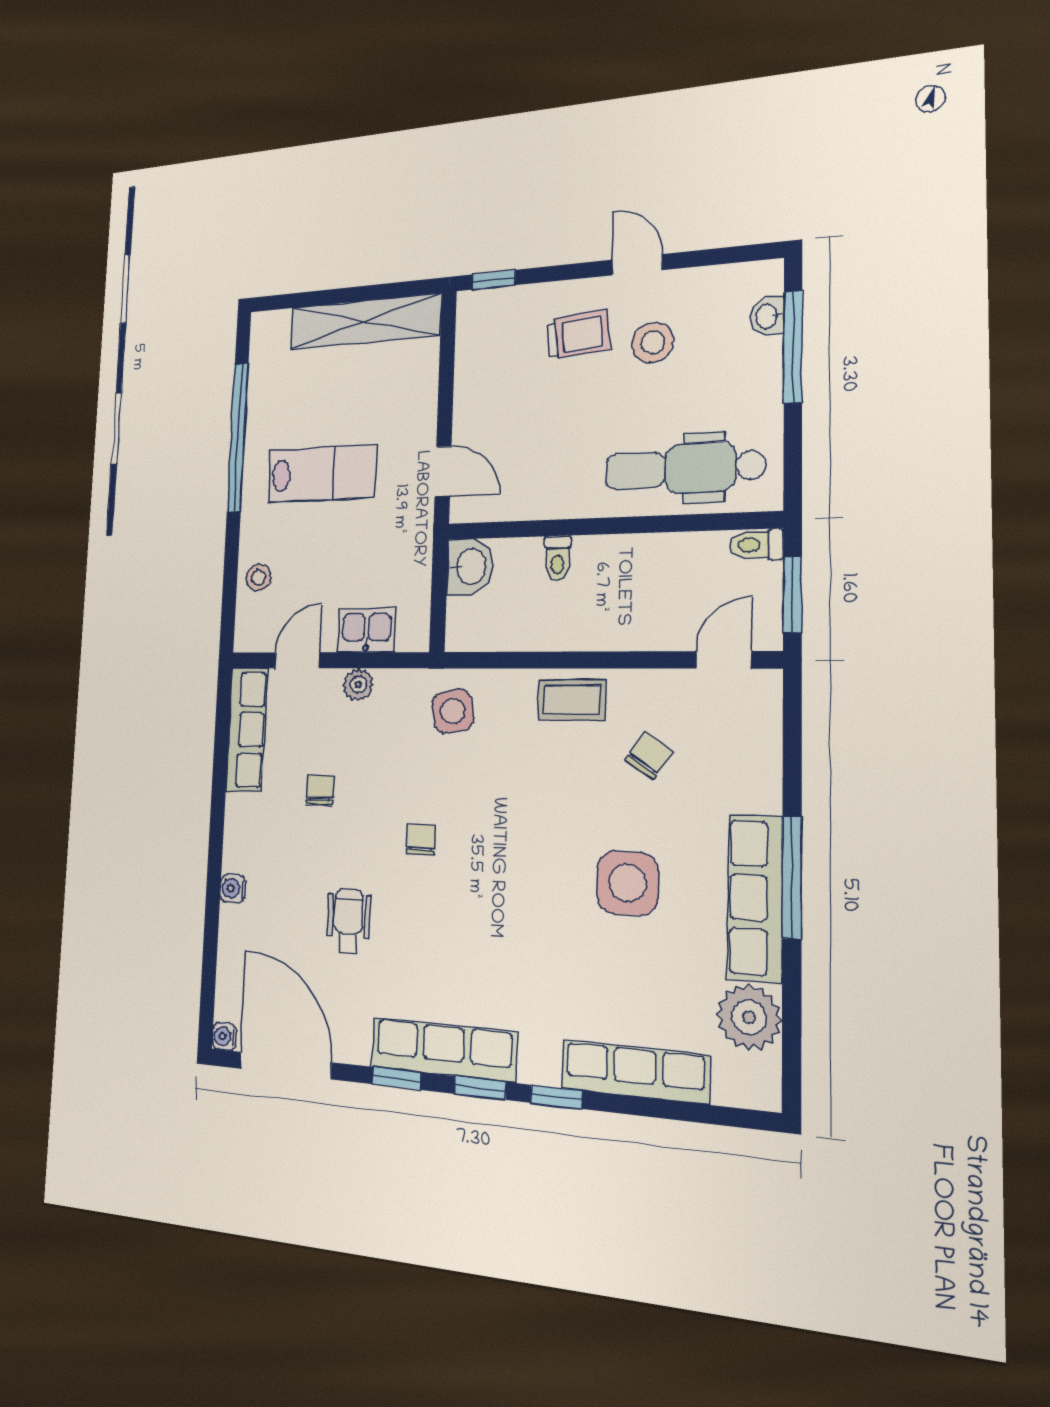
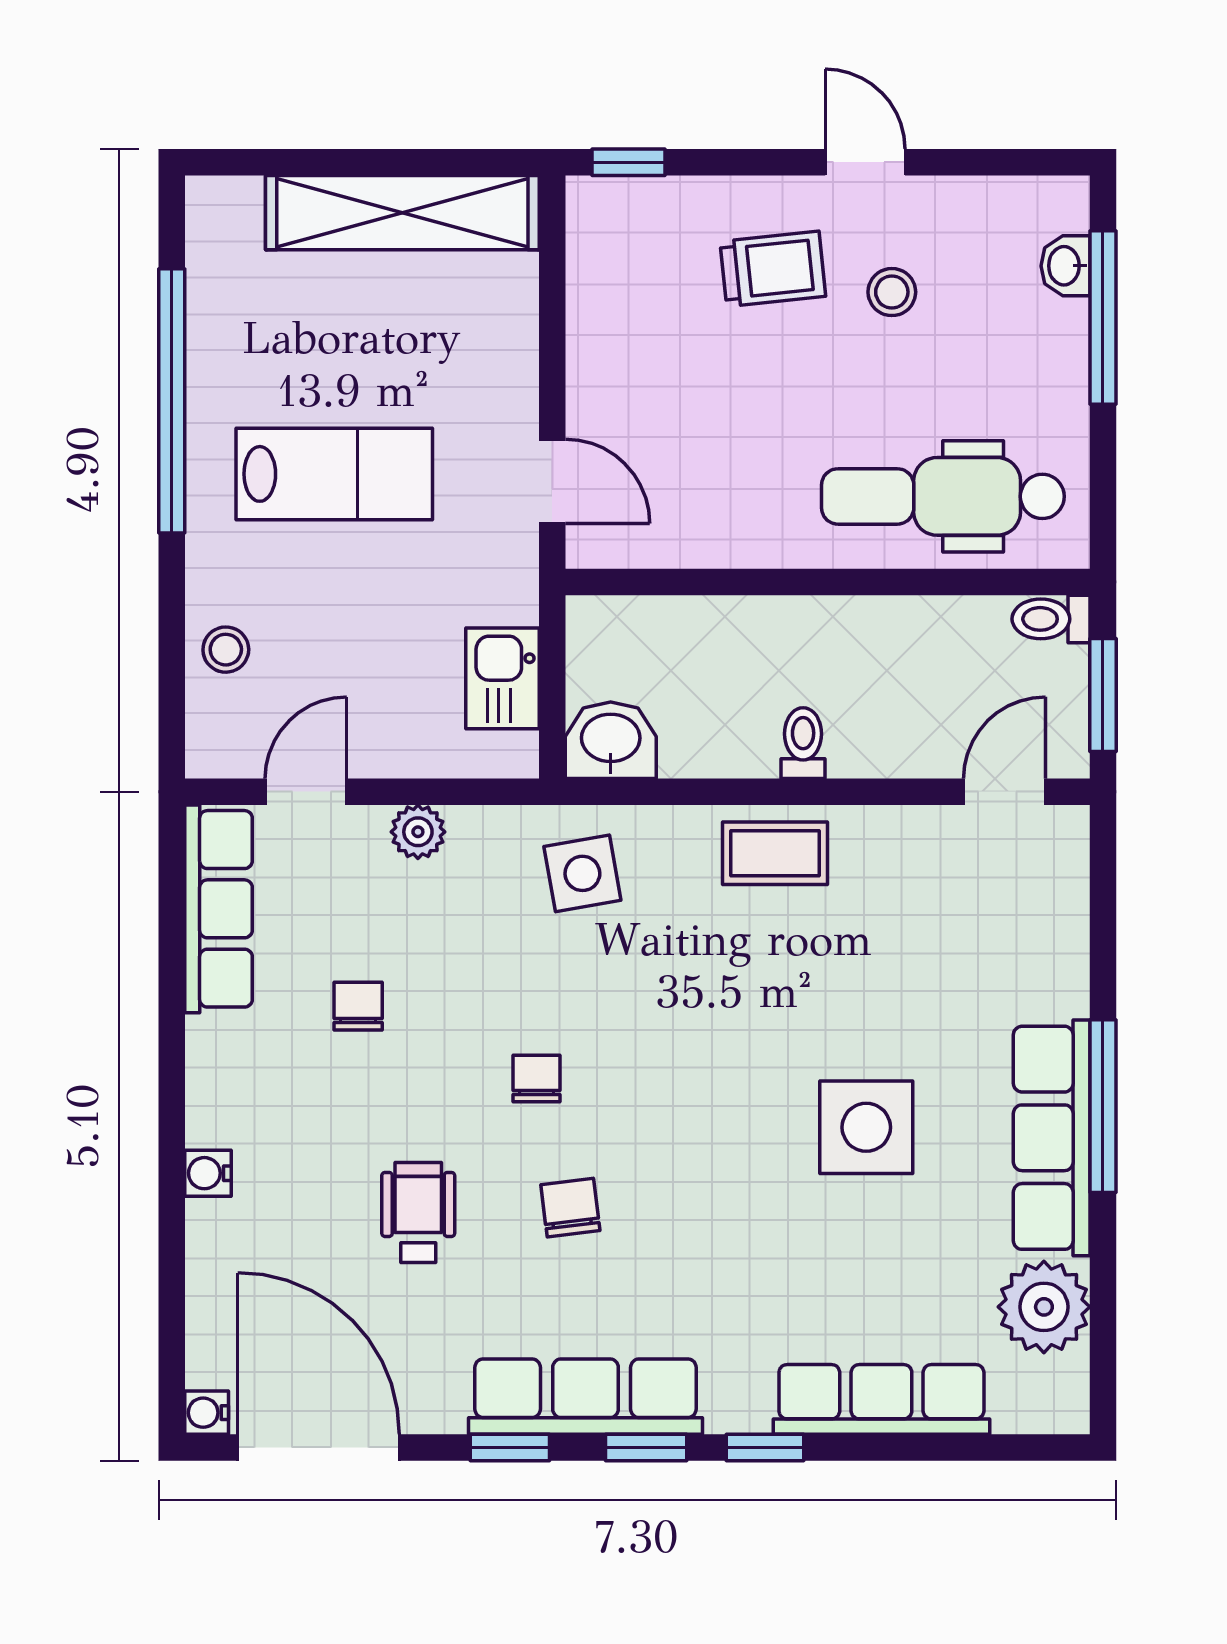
stool: (653, 342) -> (892, 292), width x0.73, depth x0.73
toilet: (557, 558) -> (803, 743), moved, turned 180
washbasin: (470, 567) -> (611, 740), moved, turned -90
kitchen sink: (366, 630) -> (502, 678), moved, turned -90
chair: (649, 756) -> (570, 1208), moved, turned -42

